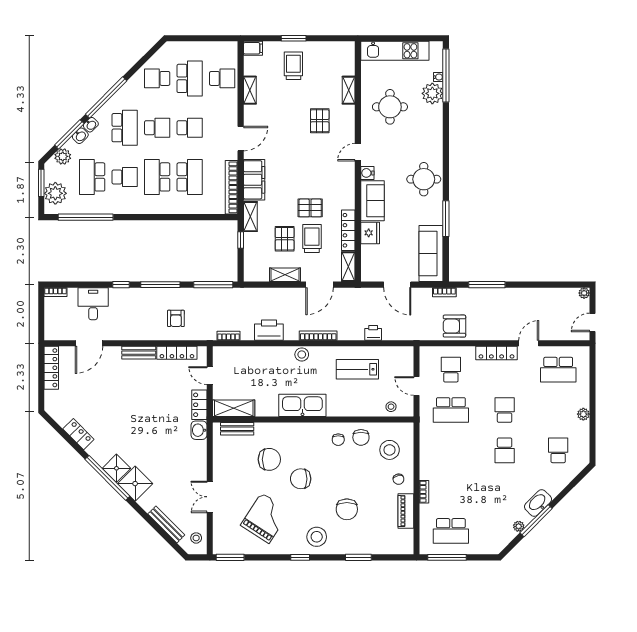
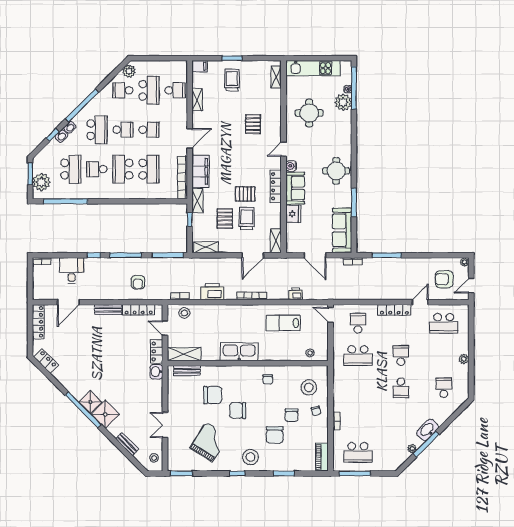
shelving: (349, 90) -> (276, 77), moved
window: (69, 134) -> (53, 135), width x0.46
plant: (63, 156) -> (129, 71), moved
school desk: (92, 177) -> (71, 169), turned 180
school desk: (125, 177) -> (97, 169), turned 180
locker: (348, 230) -> (276, 186), moved
shelving: (285, 275) -> (206, 247), moved
armchair: (454, 326) -> (444, 279), moved
stool: (302, 354) -> (184, 313), moved
door: (417, 386) -> (330, 315), moved
locker: (78, 434) -> (46, 361), moved
chair: (361, 437) -> (292, 415), moved
piano: (406, 511) -> (322, 457), moved
bench: (166, 524) -> (127, 444), width x0.73

